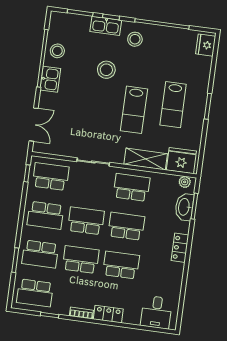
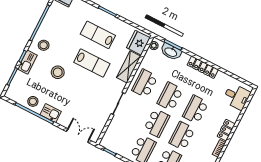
lab bench: (173, 105) -> (98, 35), turned 180
school desk: (51, 177) -> (118, 136), removed
school desk: (86, 221) -> (157, 123), turned 180
locker: (180, 248) -> (203, 67), width x1.53

